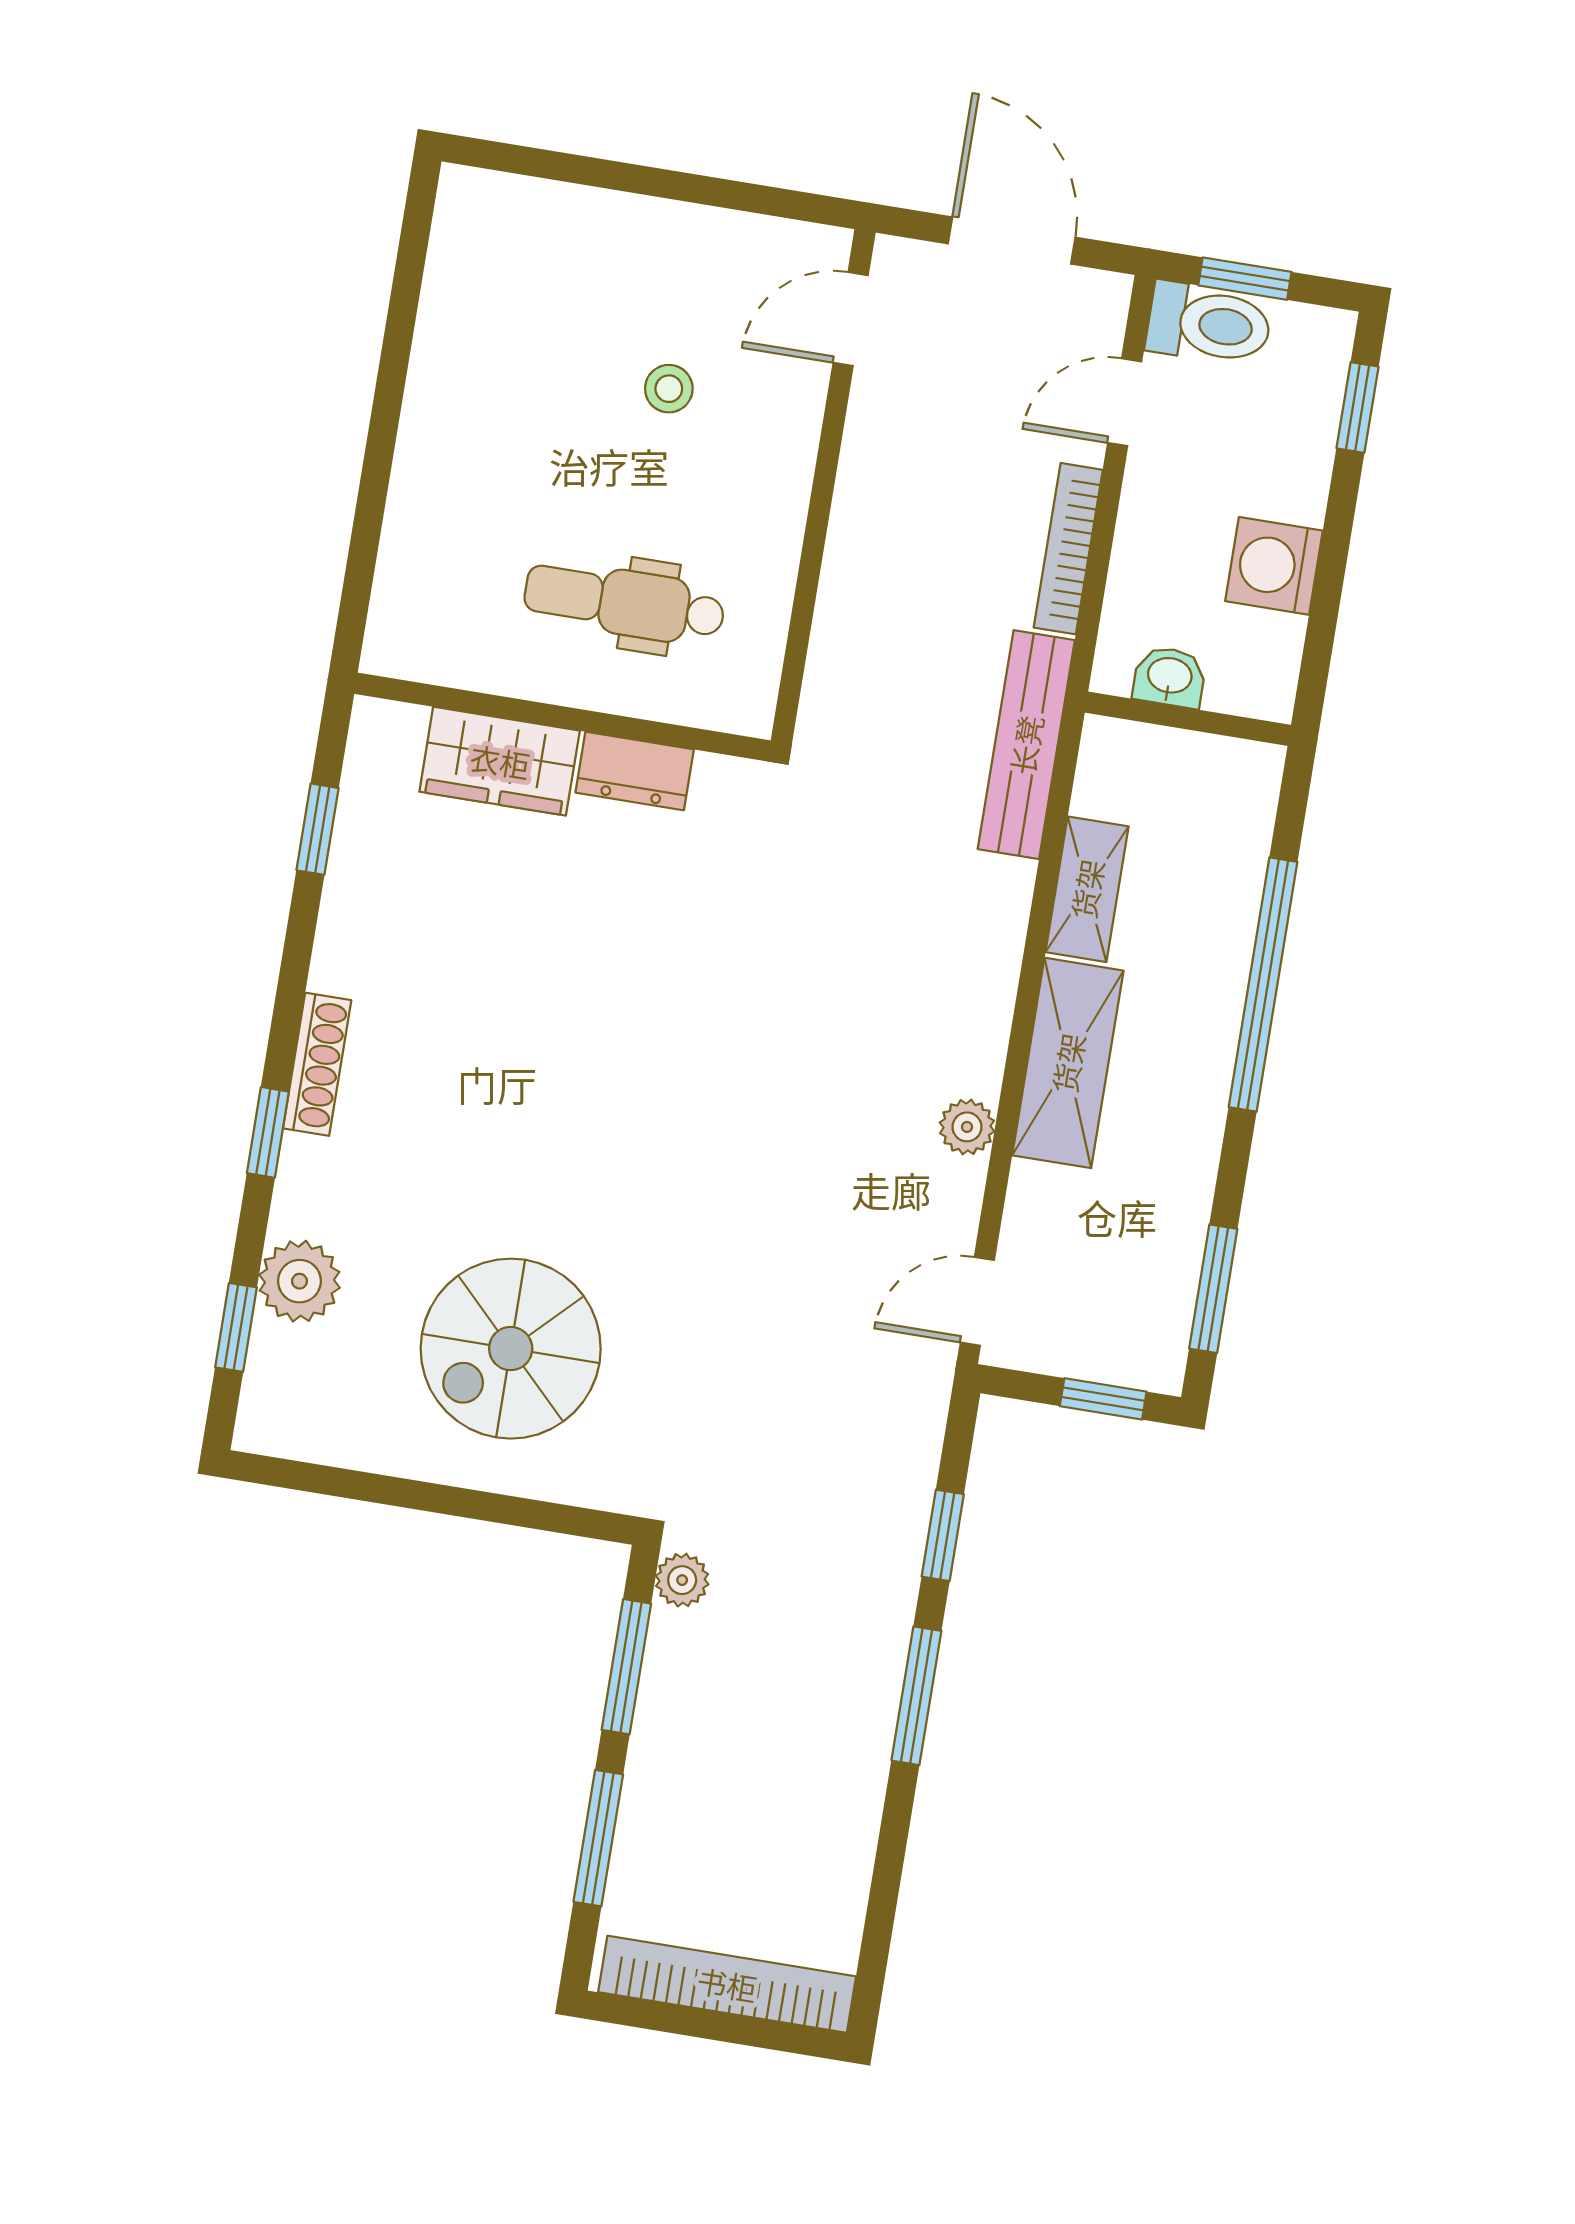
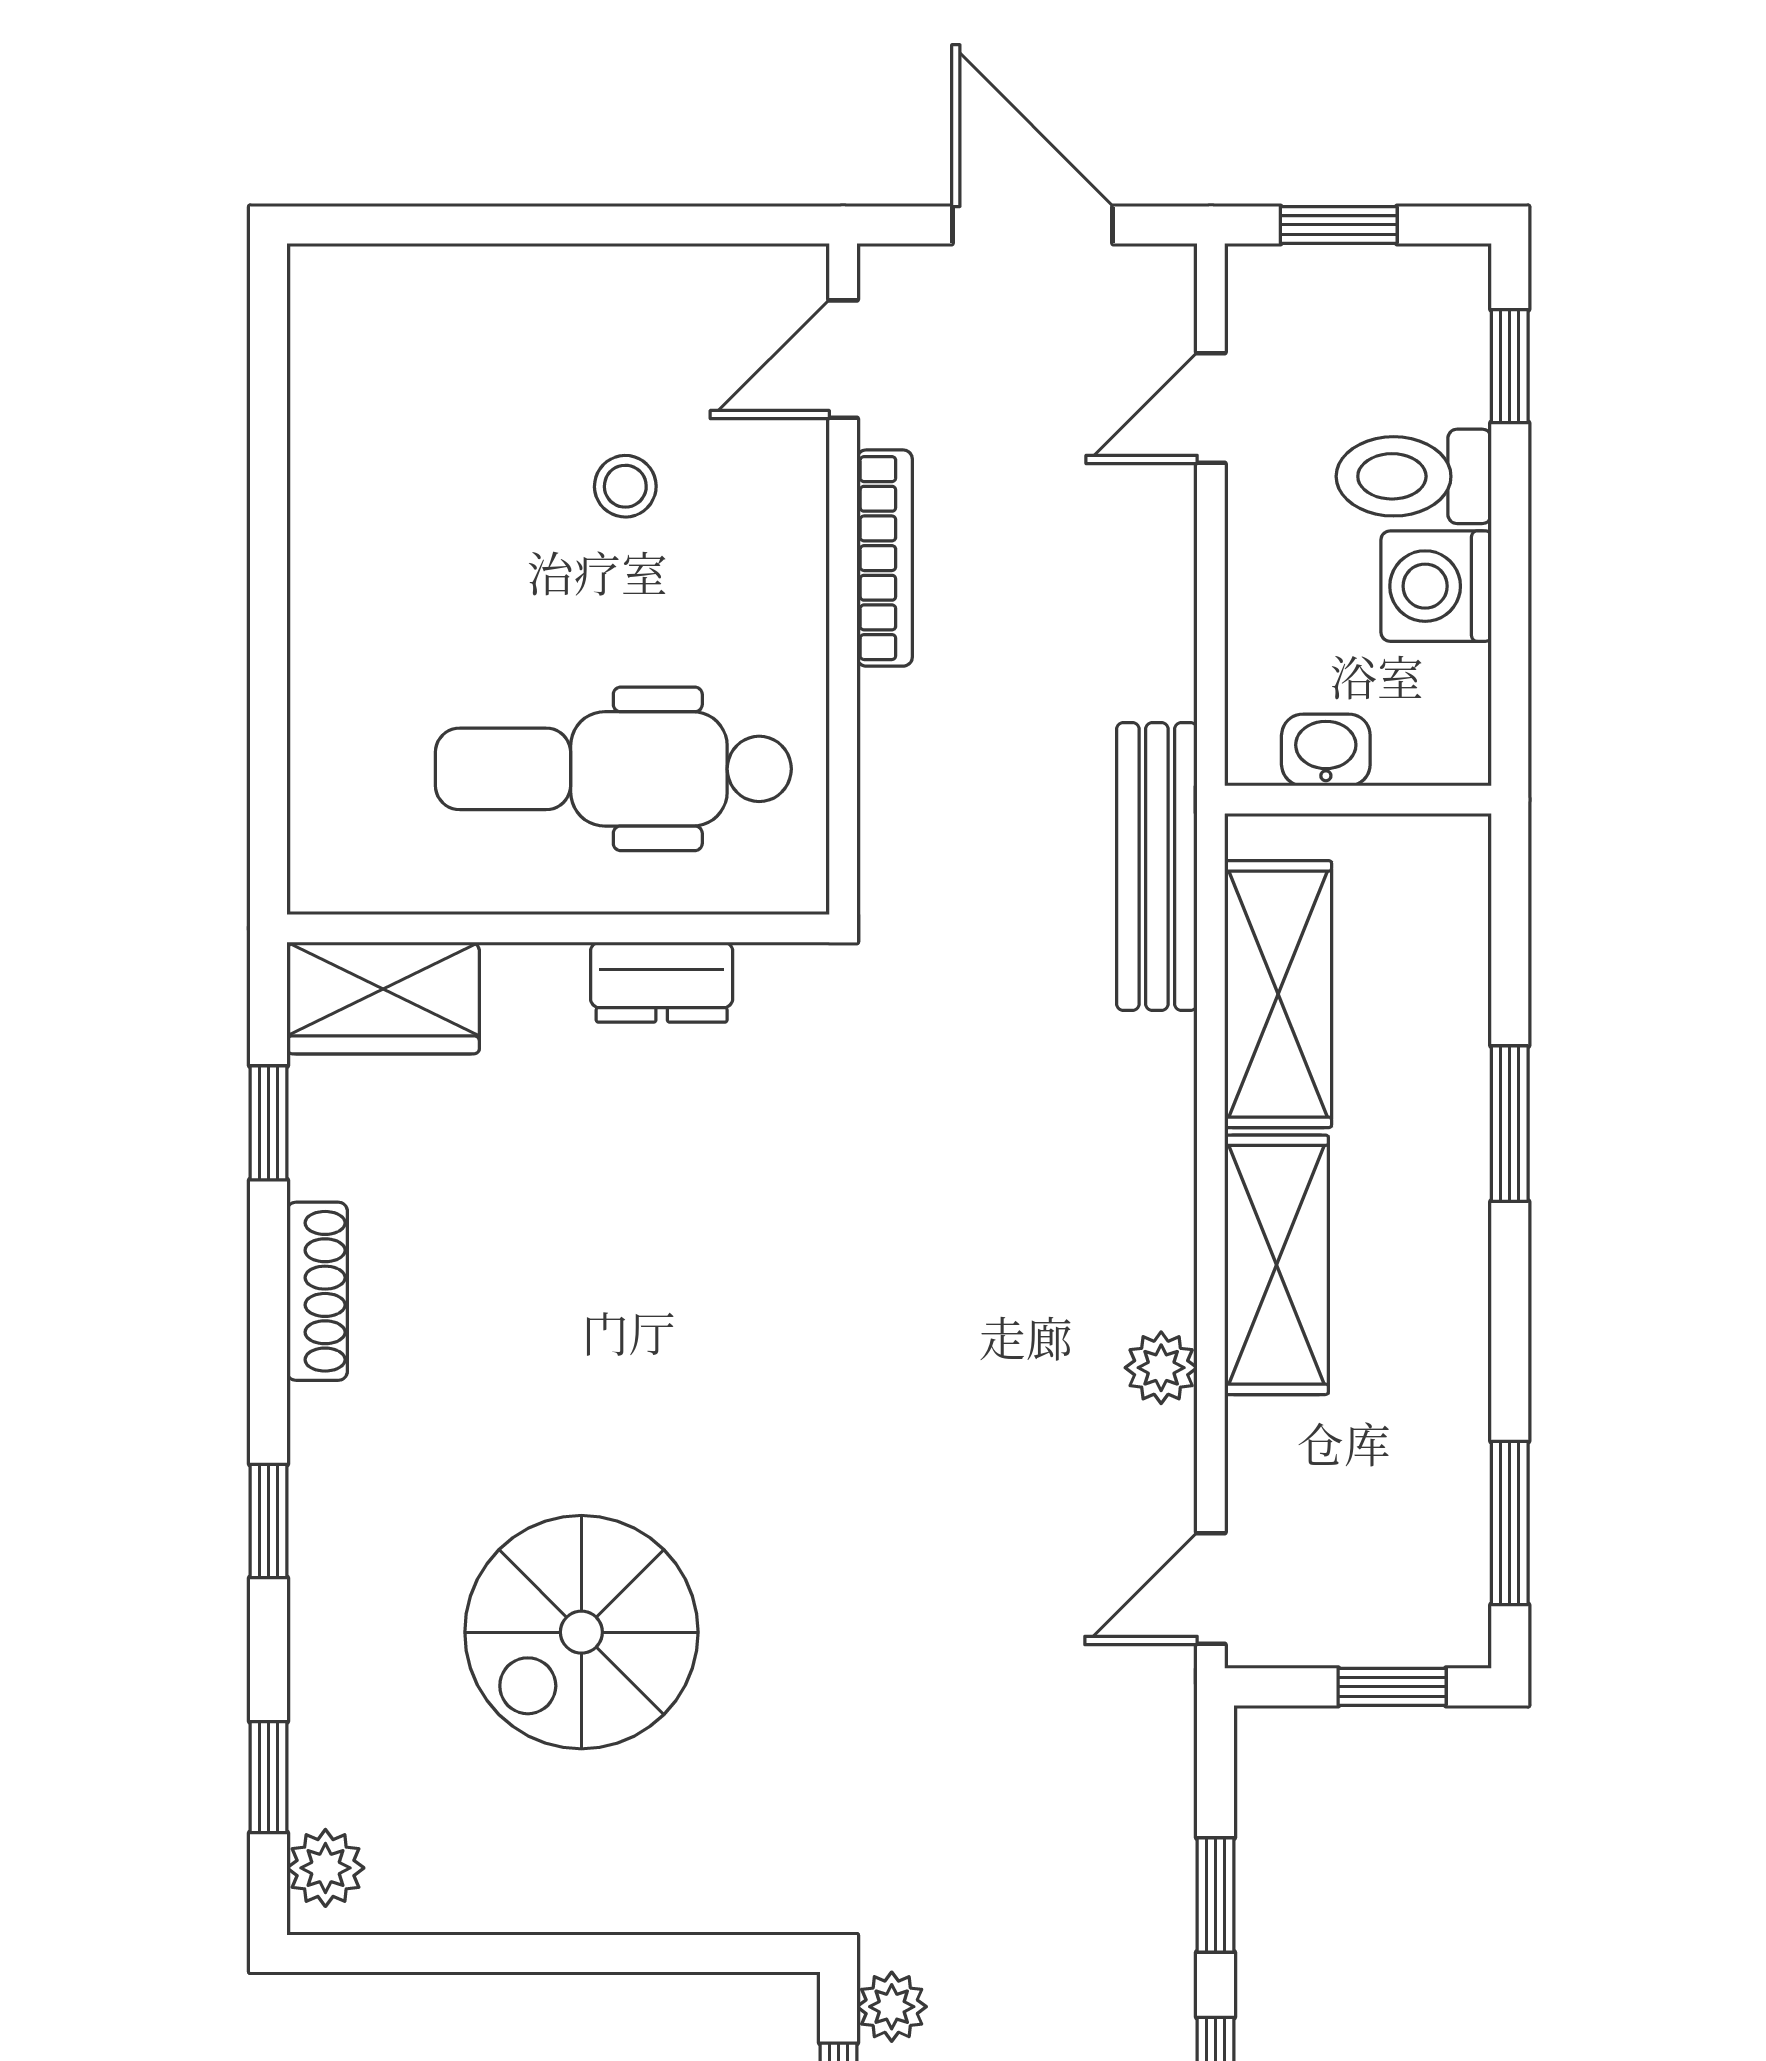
toilet: (1209, 324) -> (1414, 476), moved, turned 180
bookcase: (1068, 549) -> (885, 558), moved, turned 180
dental chair: (624, 602) -> (613, 769), width x1.36, depth x1.38
wardrobe: (500, 761) -> (383, 998), moved
shelving: (1087, 889) -> (1278, 994), width x1.50, depth x1.33
window: (1263, 985) -> (1510, 1124), width x0.47
shoe rack: (317, 1064) -> (317, 1291), moved
plant: (299, 1281) -> (325, 1868), moved, width x0.73, depth x0.73
spiral stairs: (511, 1349) -> (581, 1632), moved

